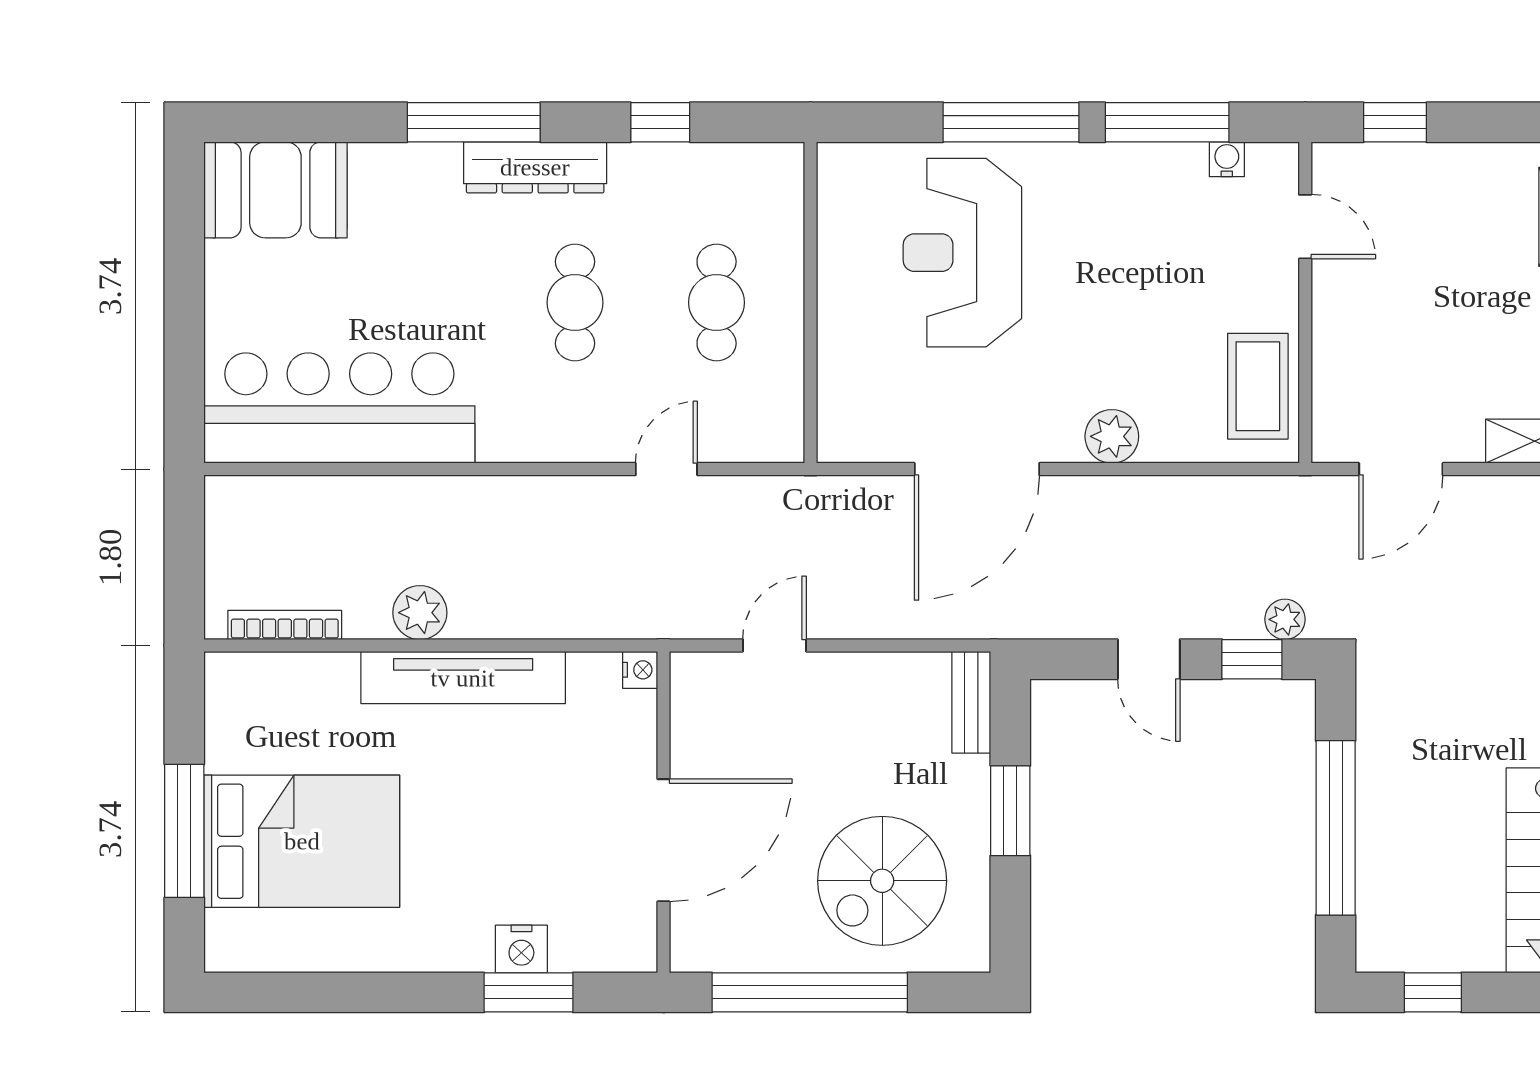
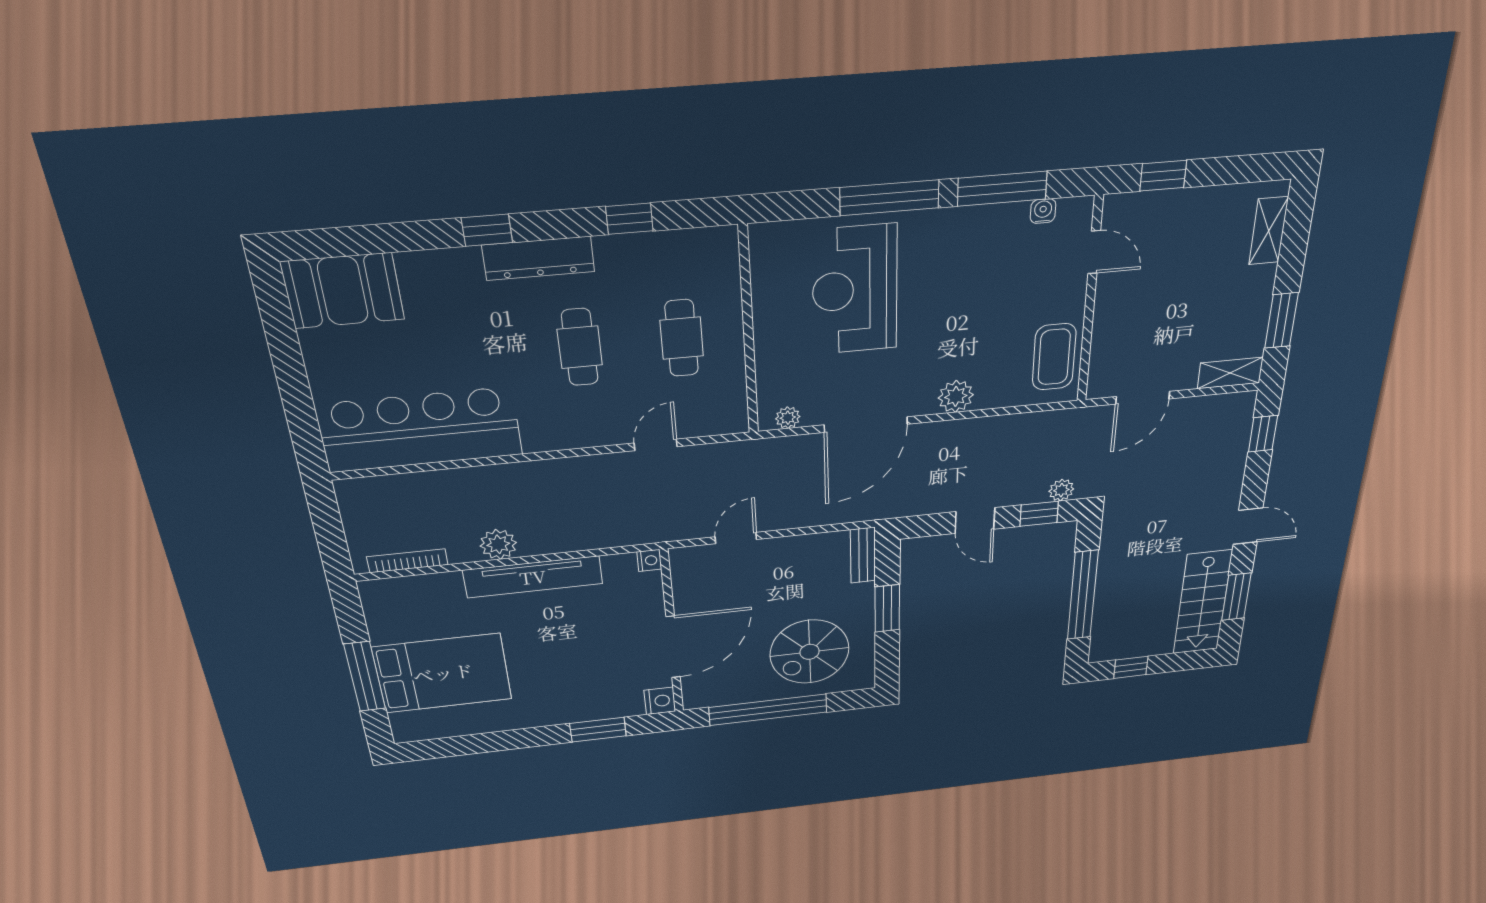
window: (474, 122) -> (487, 230), width x0.46
plant: (861, 445) -> (788, 418), added
nightstand: (521, 949) -> (660, 701), moved, turned -90

